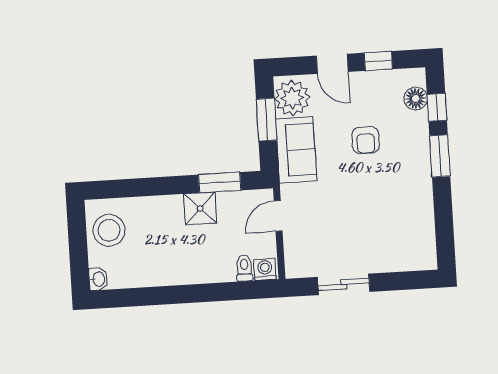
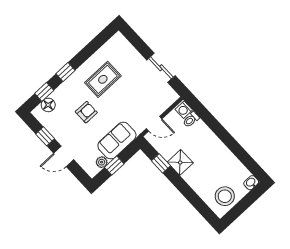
door: (332, 64) -> (64, 156), swing flipped
plant: (292, 98) -> (102, 162), width x0.53, depth x0.53
window: (267, 120) -> (114, 166), width x0.67
window: (440, 156) -> (65, 72), width x0.67
window: (220, 182) -> (161, 163), width x0.67
rug: (391, 197) -> (103, 79), added

